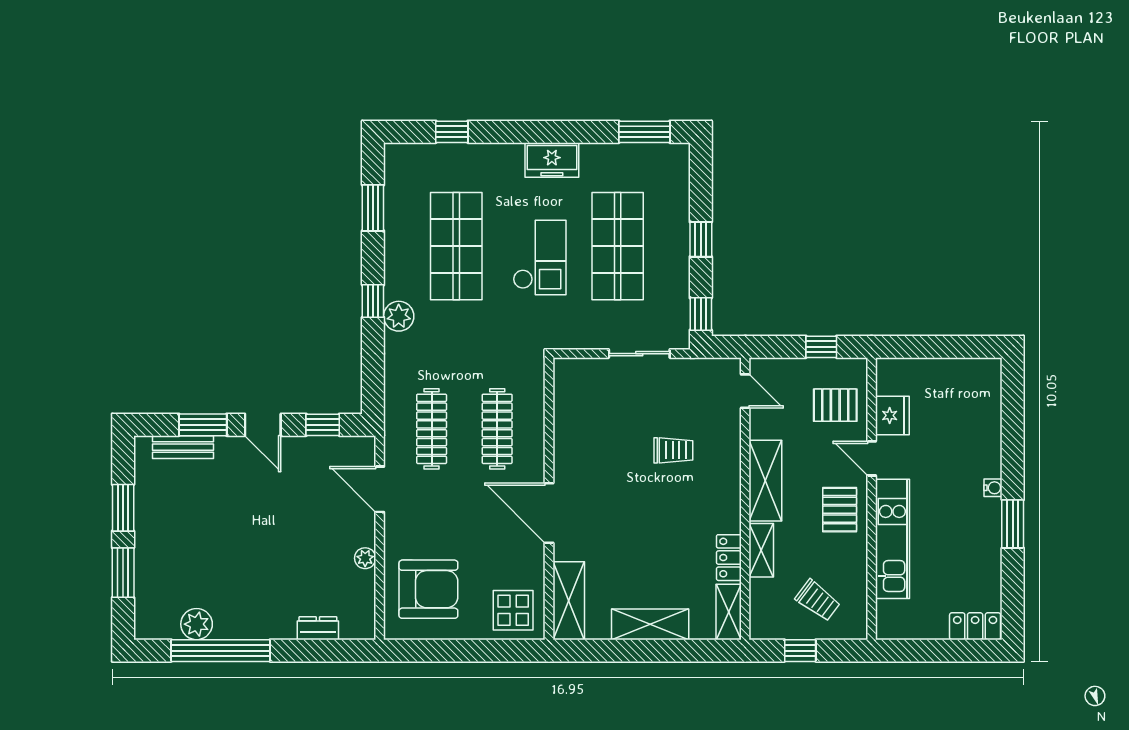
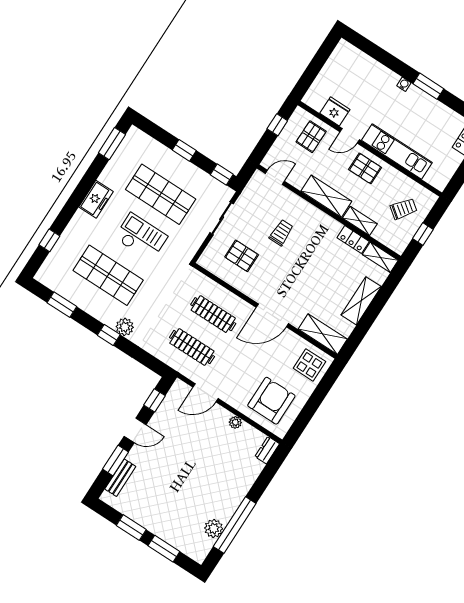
pallet: (605, 416) -> (242, 256), added
dresser: (318, 628) -> (267, 450), moved

